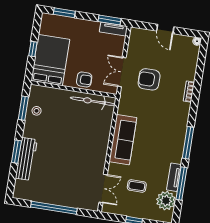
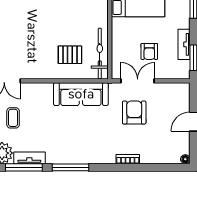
tv unit: (114, 29) -> (184, 44), moved
armchair: (84, 80) -> (149, 51), moved
pallet: (90, 127) -> (70, 55), added
sofa: (123, 140) -> (81, 94), moved

